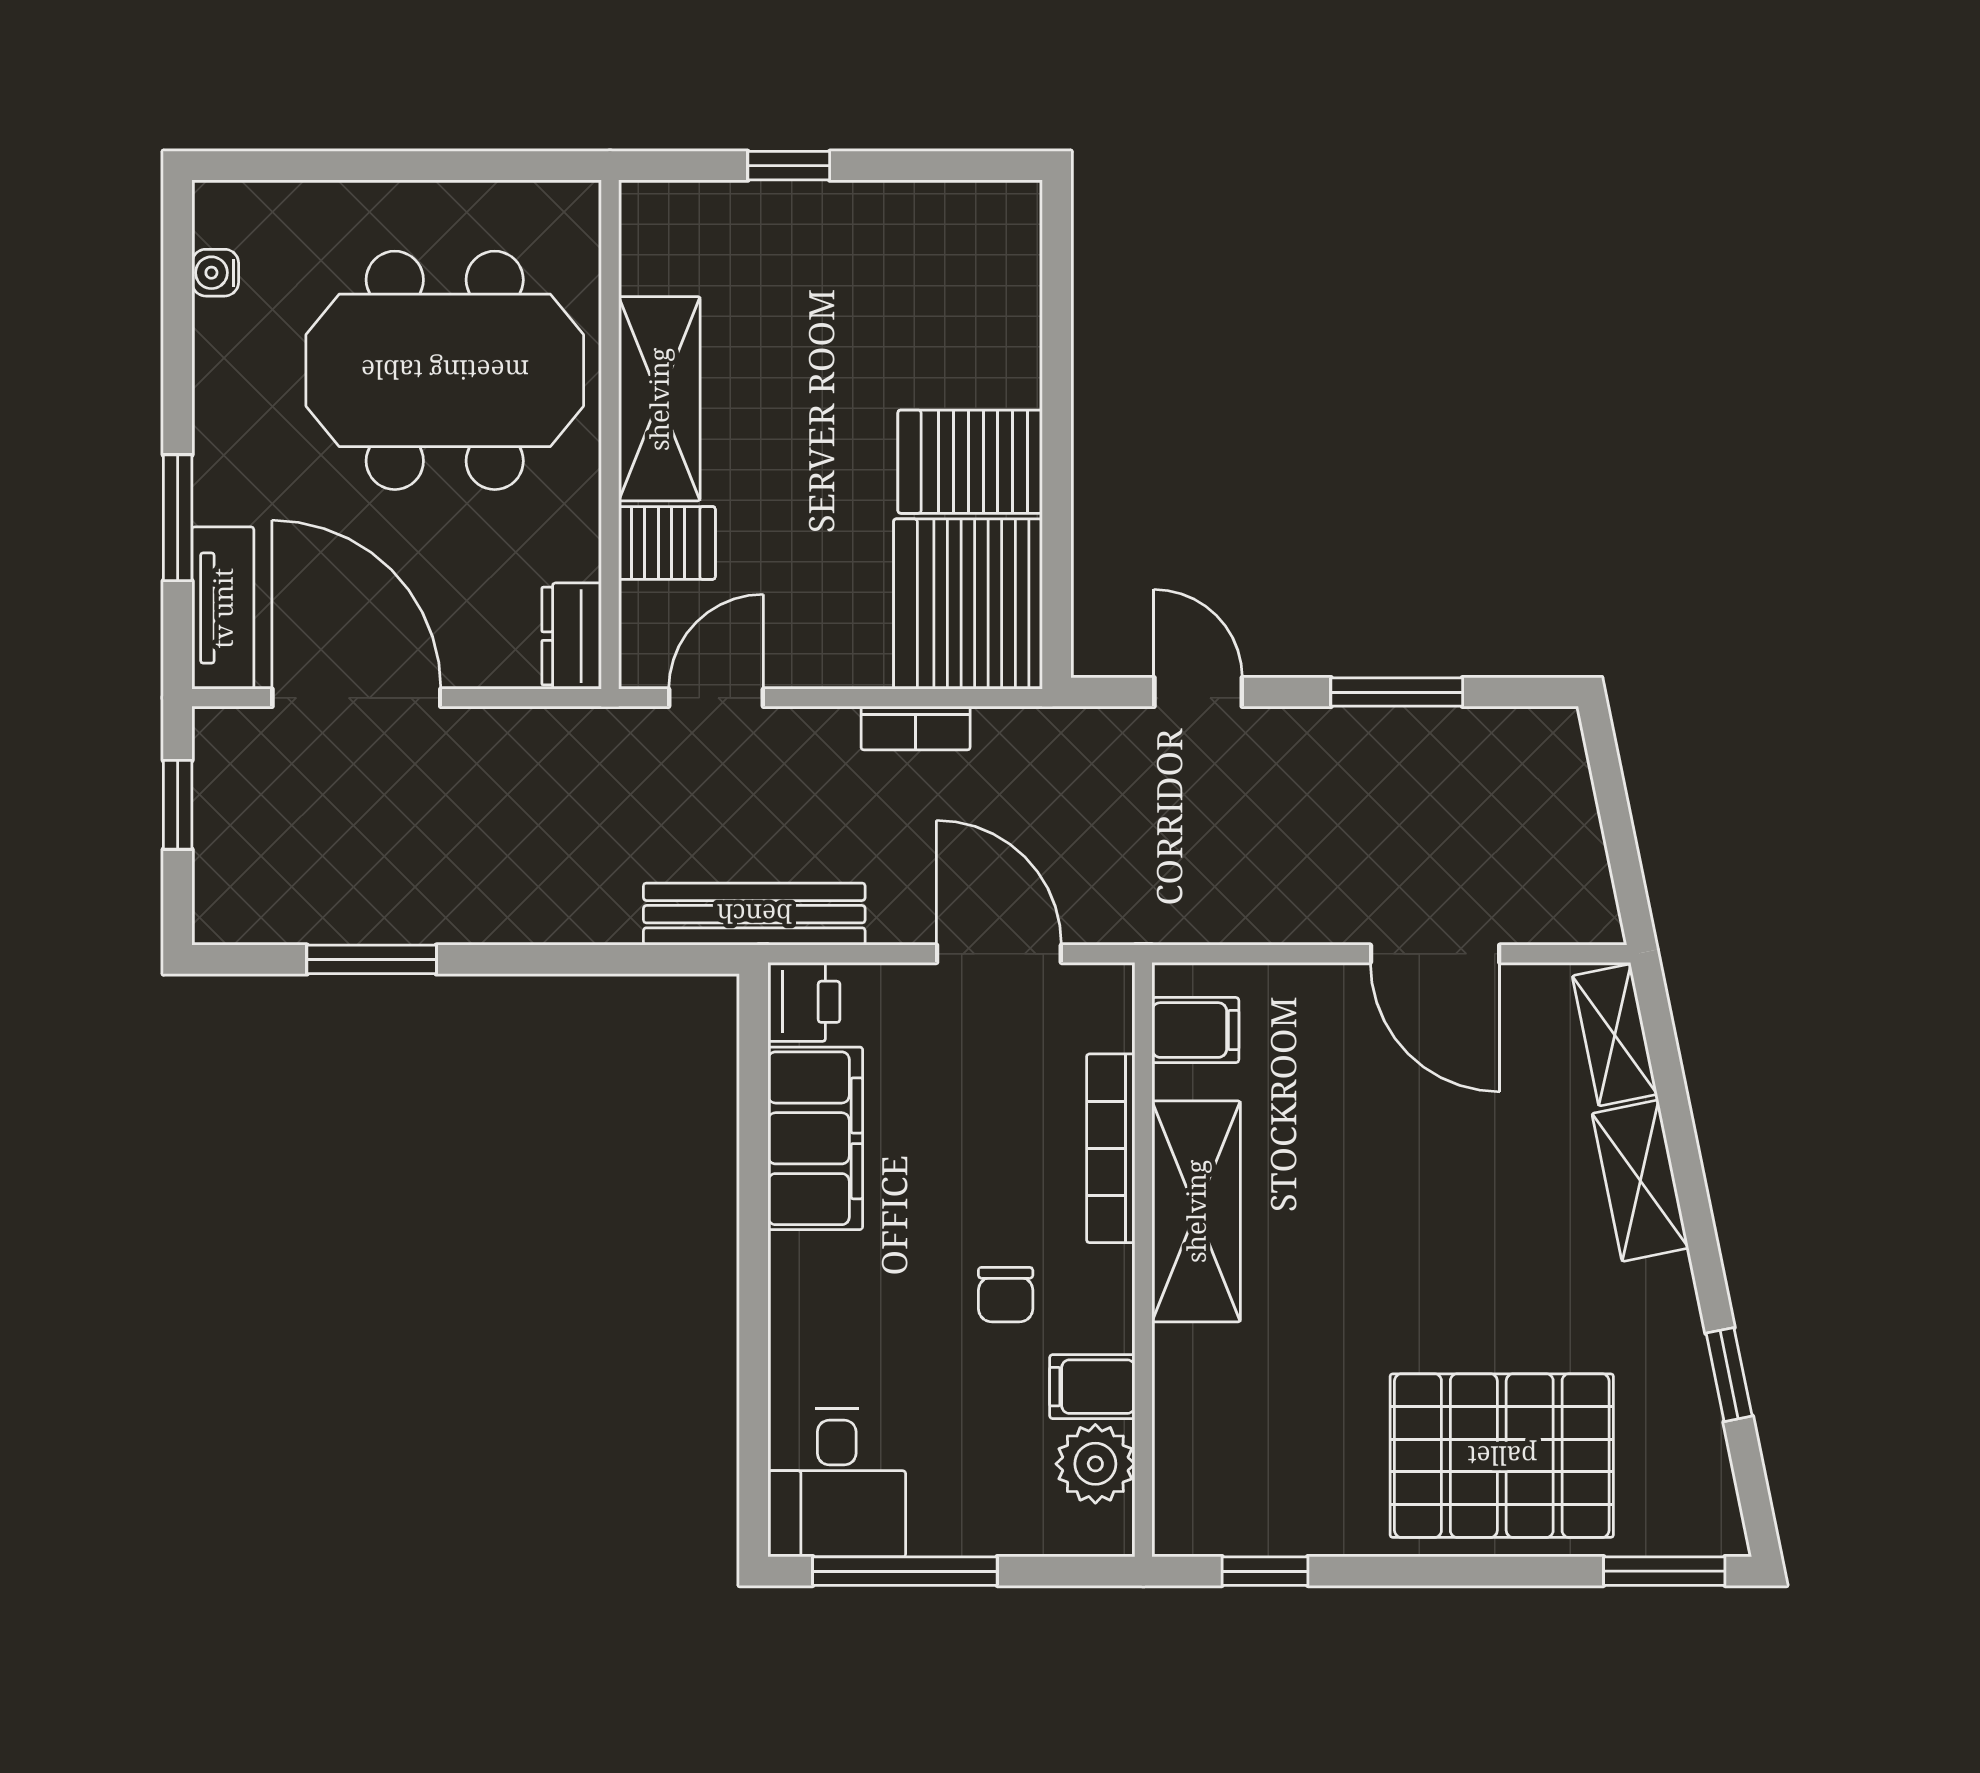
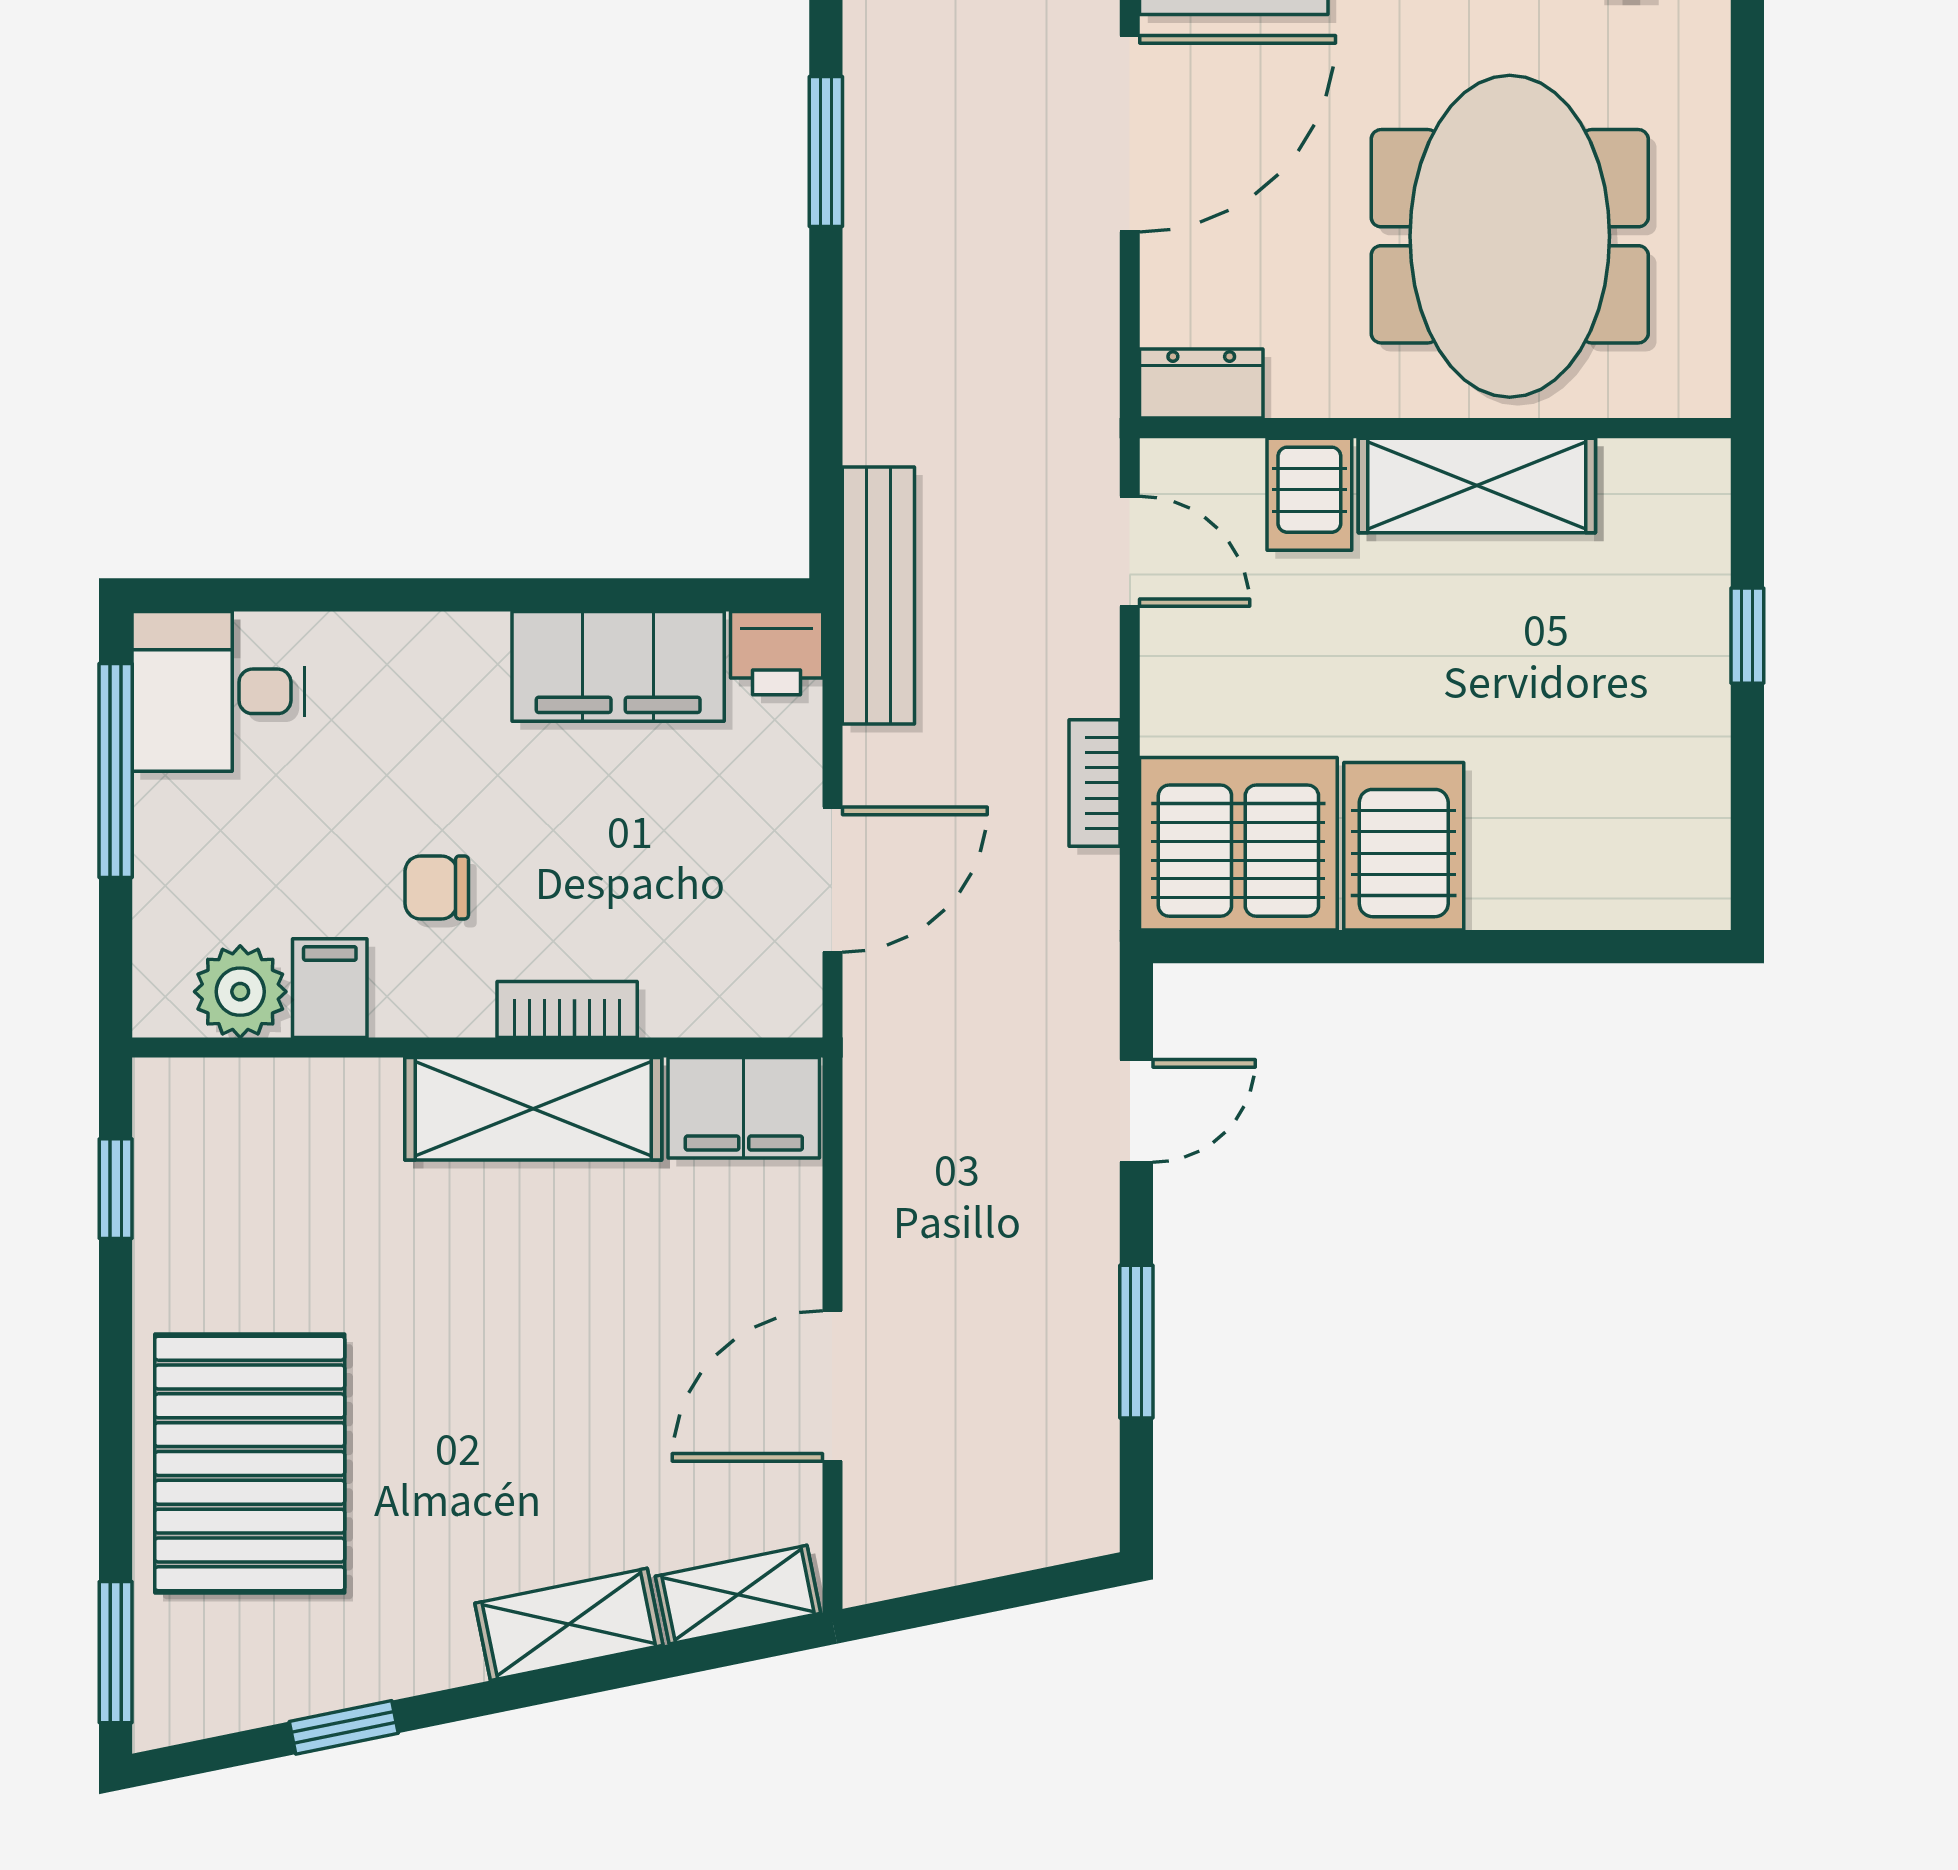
filing cabinet: (1195, 1030) -> (744, 1108), width x2.00
bookcase: (1111, 1148) -> (567, 1009), width x0.64

